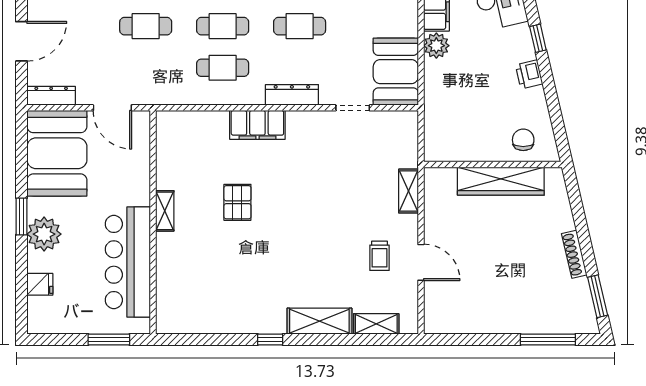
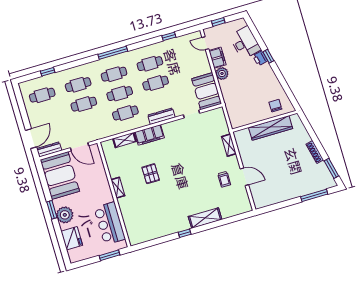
door: (21, 41) -> (31, 139), moved
printer: (529, 74) -> (260, 58), moved
bar counter: (128, 262) -> (110, 223), width x0.73
fridge: (40, 284) -> (72, 238), width x1.88, depth x1.34
shelving: (376, 324) -> (124, 140), moved

